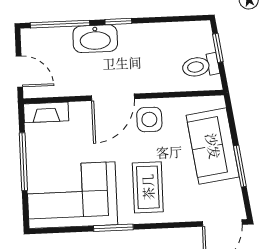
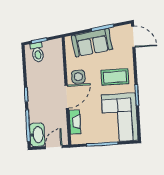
washbasin: (95, 39) -> (37, 135), moved
toilet: (200, 66) -> (37, 52), moved
door: (113, 97) -> (67, 97), hinge flipped
fireplace: (46, 112) -> (75, 122), moved

